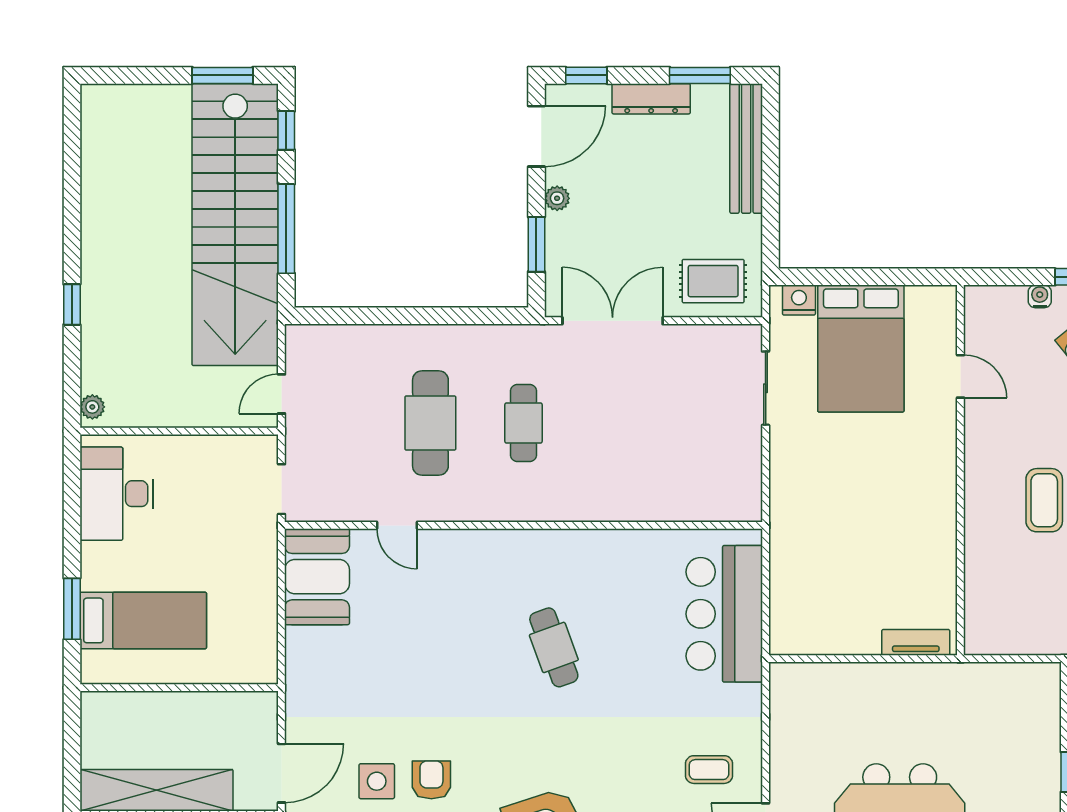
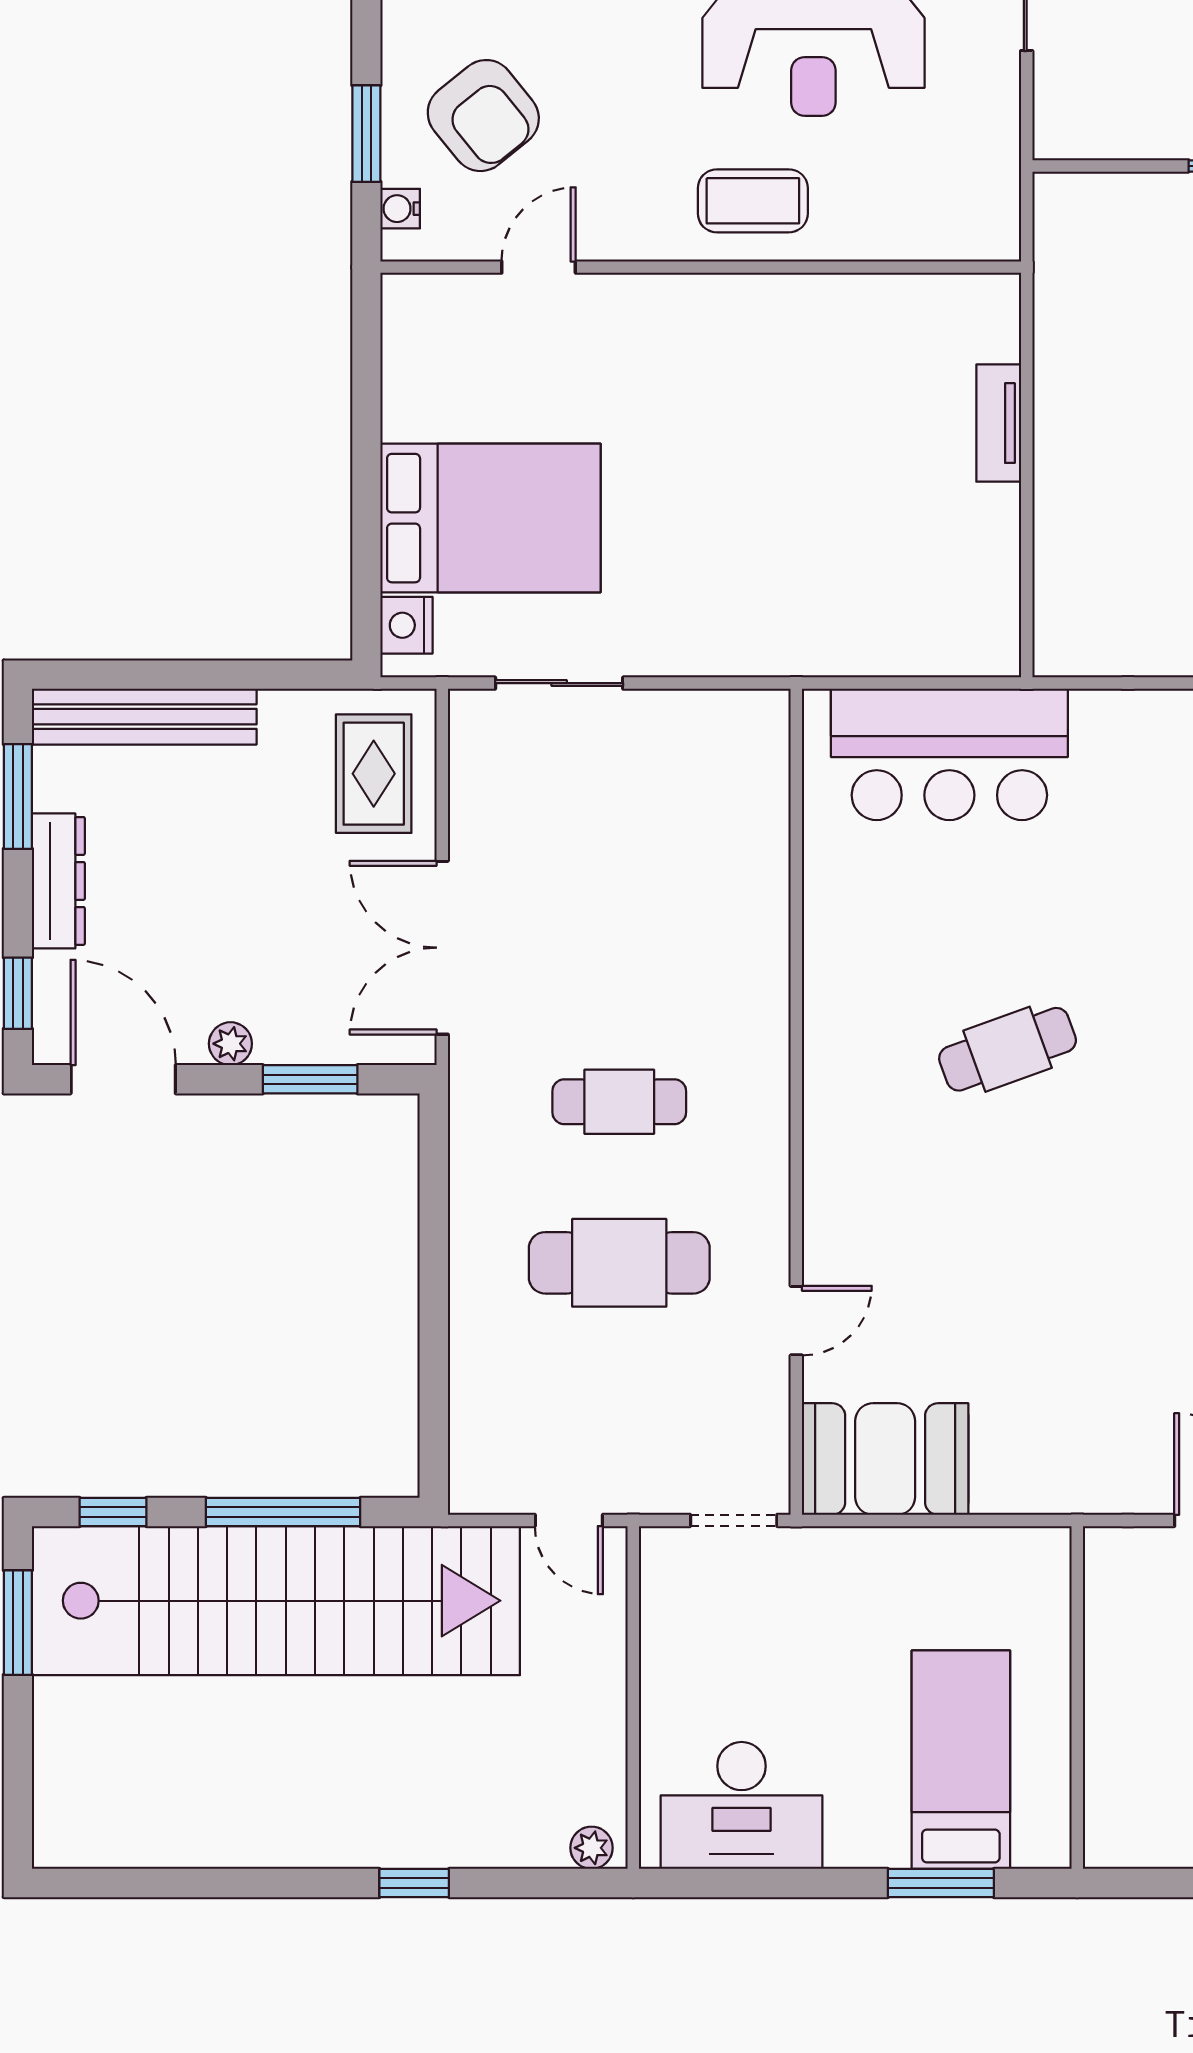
door: (960, 376) -> (539, 267), moved
wall: (960, 470) -> (701, 267), moved

